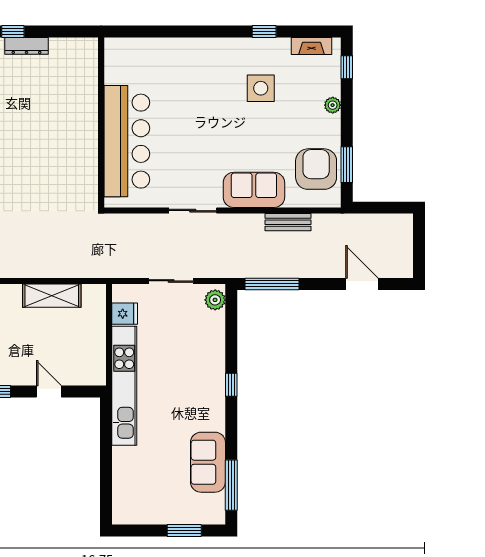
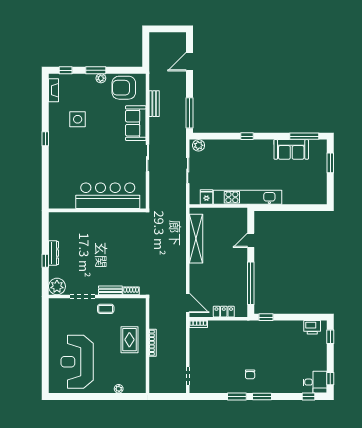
window: (264, 32) -> (45, 139), moved
plant: (333, 105) -> (101, 78), moved
window: (347, 165) -> (96, 70), moved
shelving: (52, 296) -> (196, 239), width x1.47

